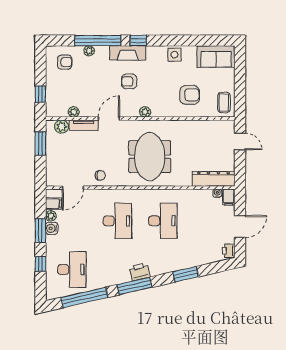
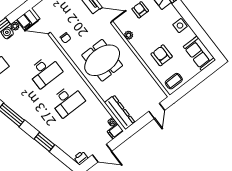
armchair: (190, 95) -> (162, 55), turned 180
printer: (140, 272) -> (23, 111), removed

